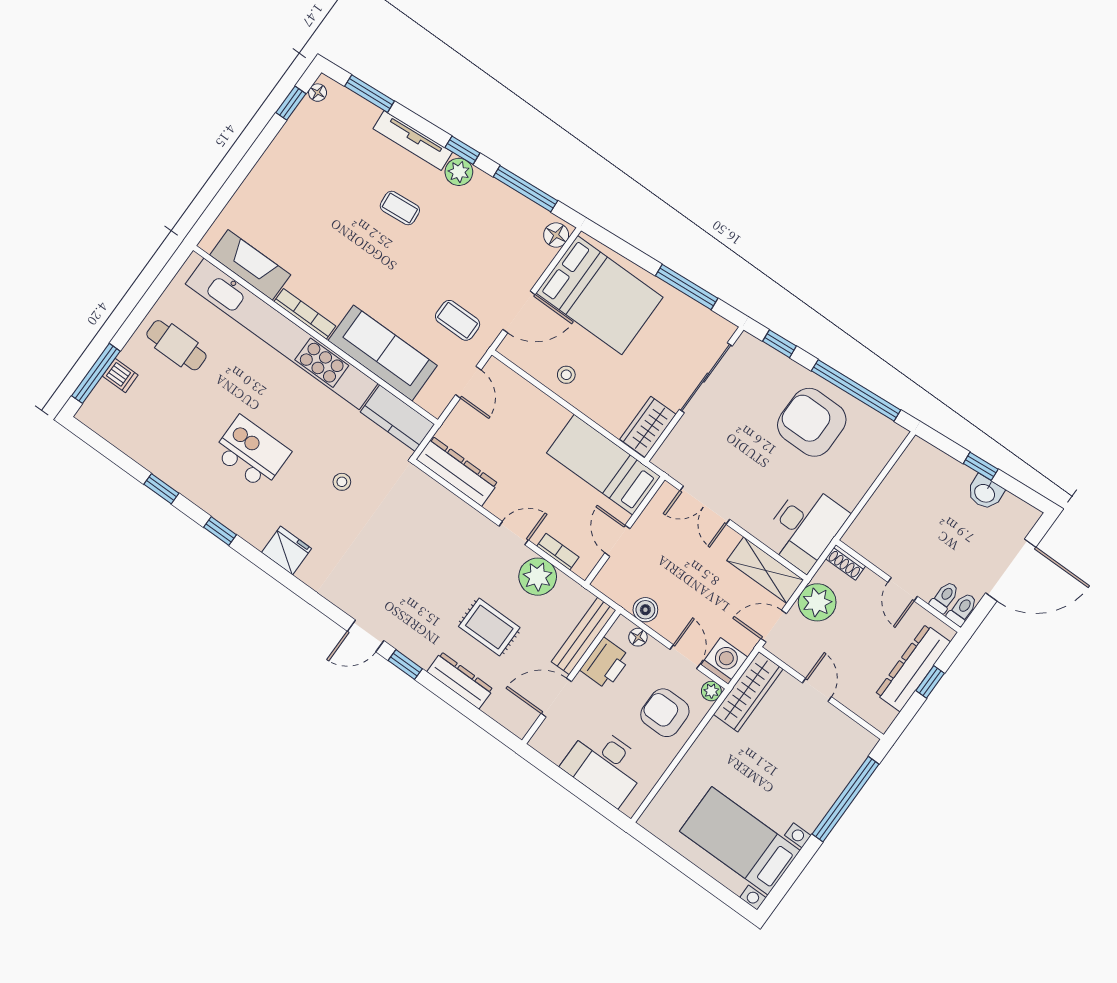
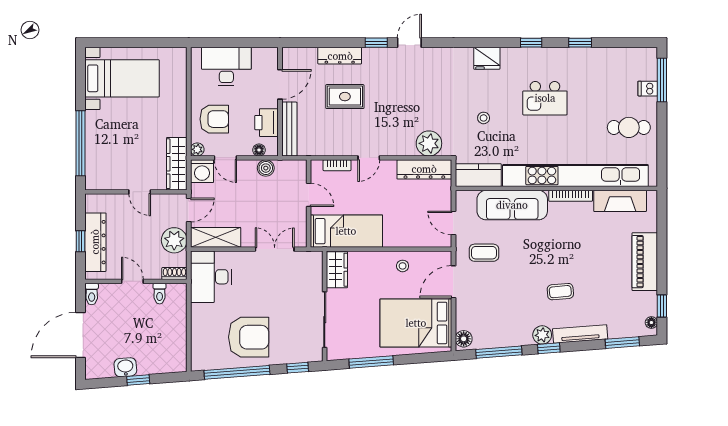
piano: (273, 171) -> (645, 262), added
plant: (538, 577) -> (429, 143), moved
toilet: (945, 597) -> (160, 294), moved

